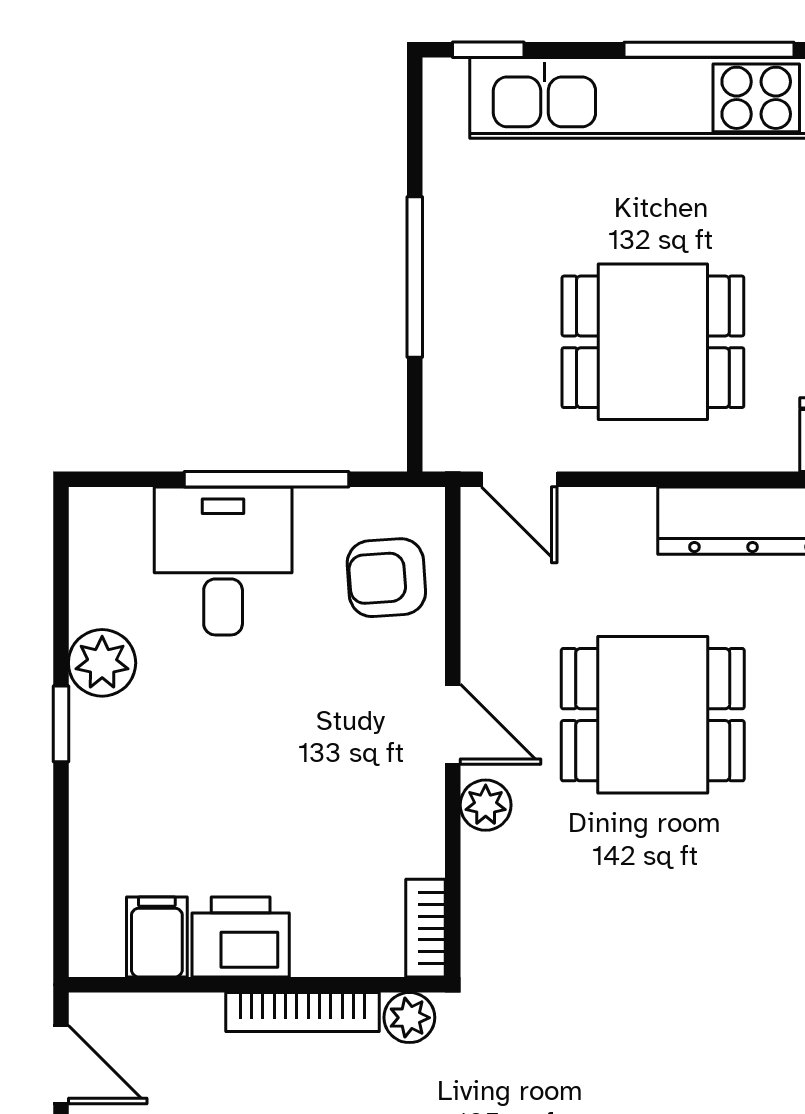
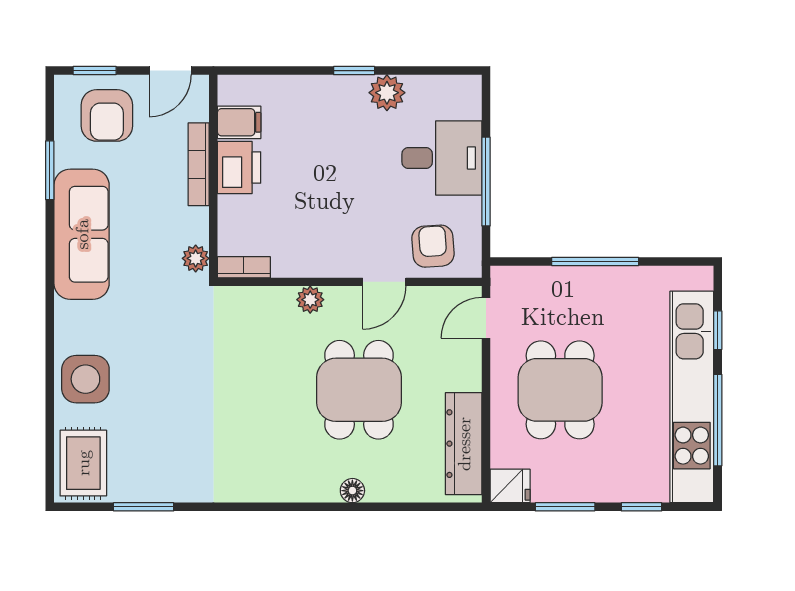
window: (488, 50) -> (718, 330), moved
door: (453, 724) -> (384, 282), moved
bookcase: (302, 1012) -> (199, 164), moved

